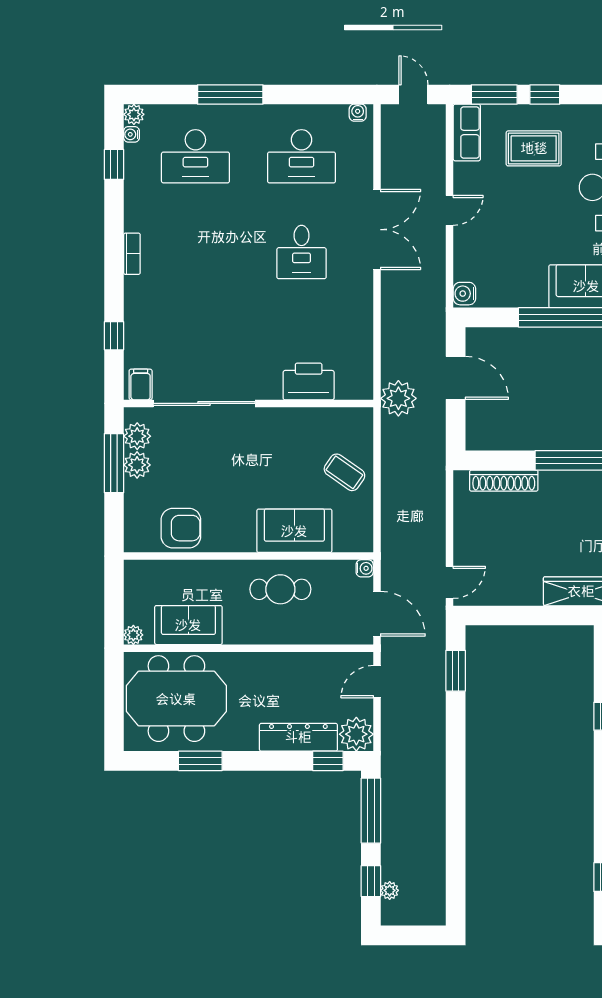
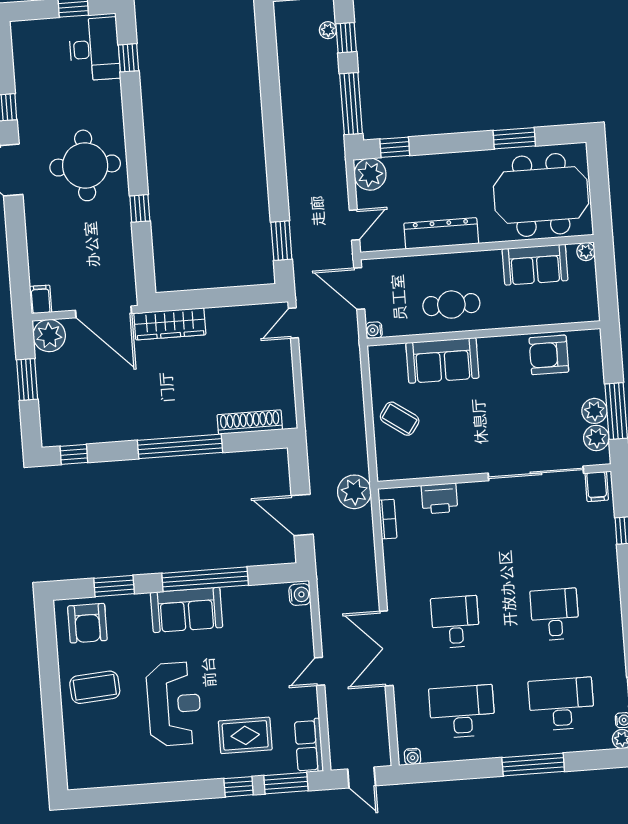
desk: (195, 252) -> (555, 615), added
bookcase: (132, 254) -> (388, 519), moved, turned 180
printer: (309, 381) -> (439, 498), width x0.73, depth x0.84
dresser: (298, 737) -> (441, 233), moved, turned 180

